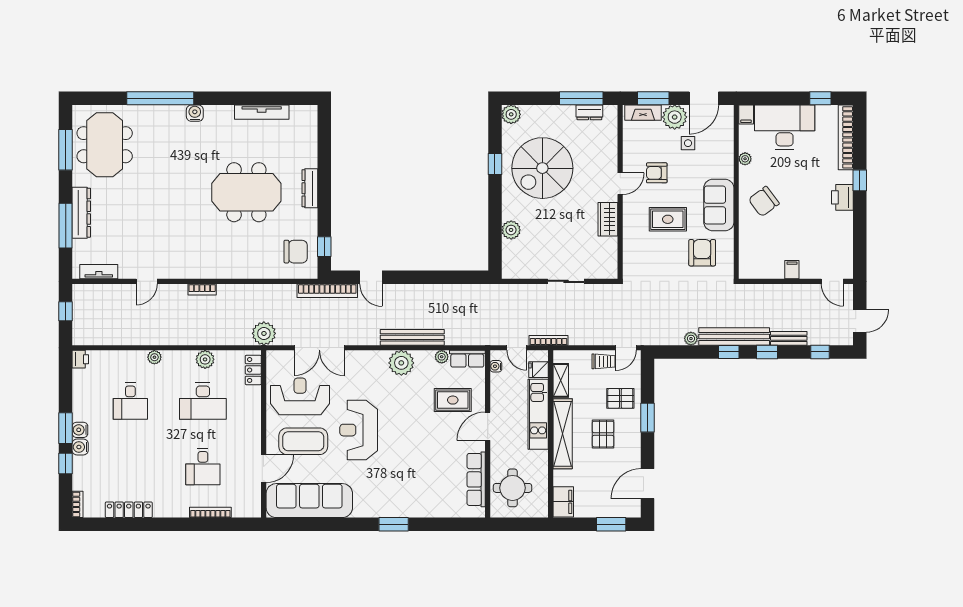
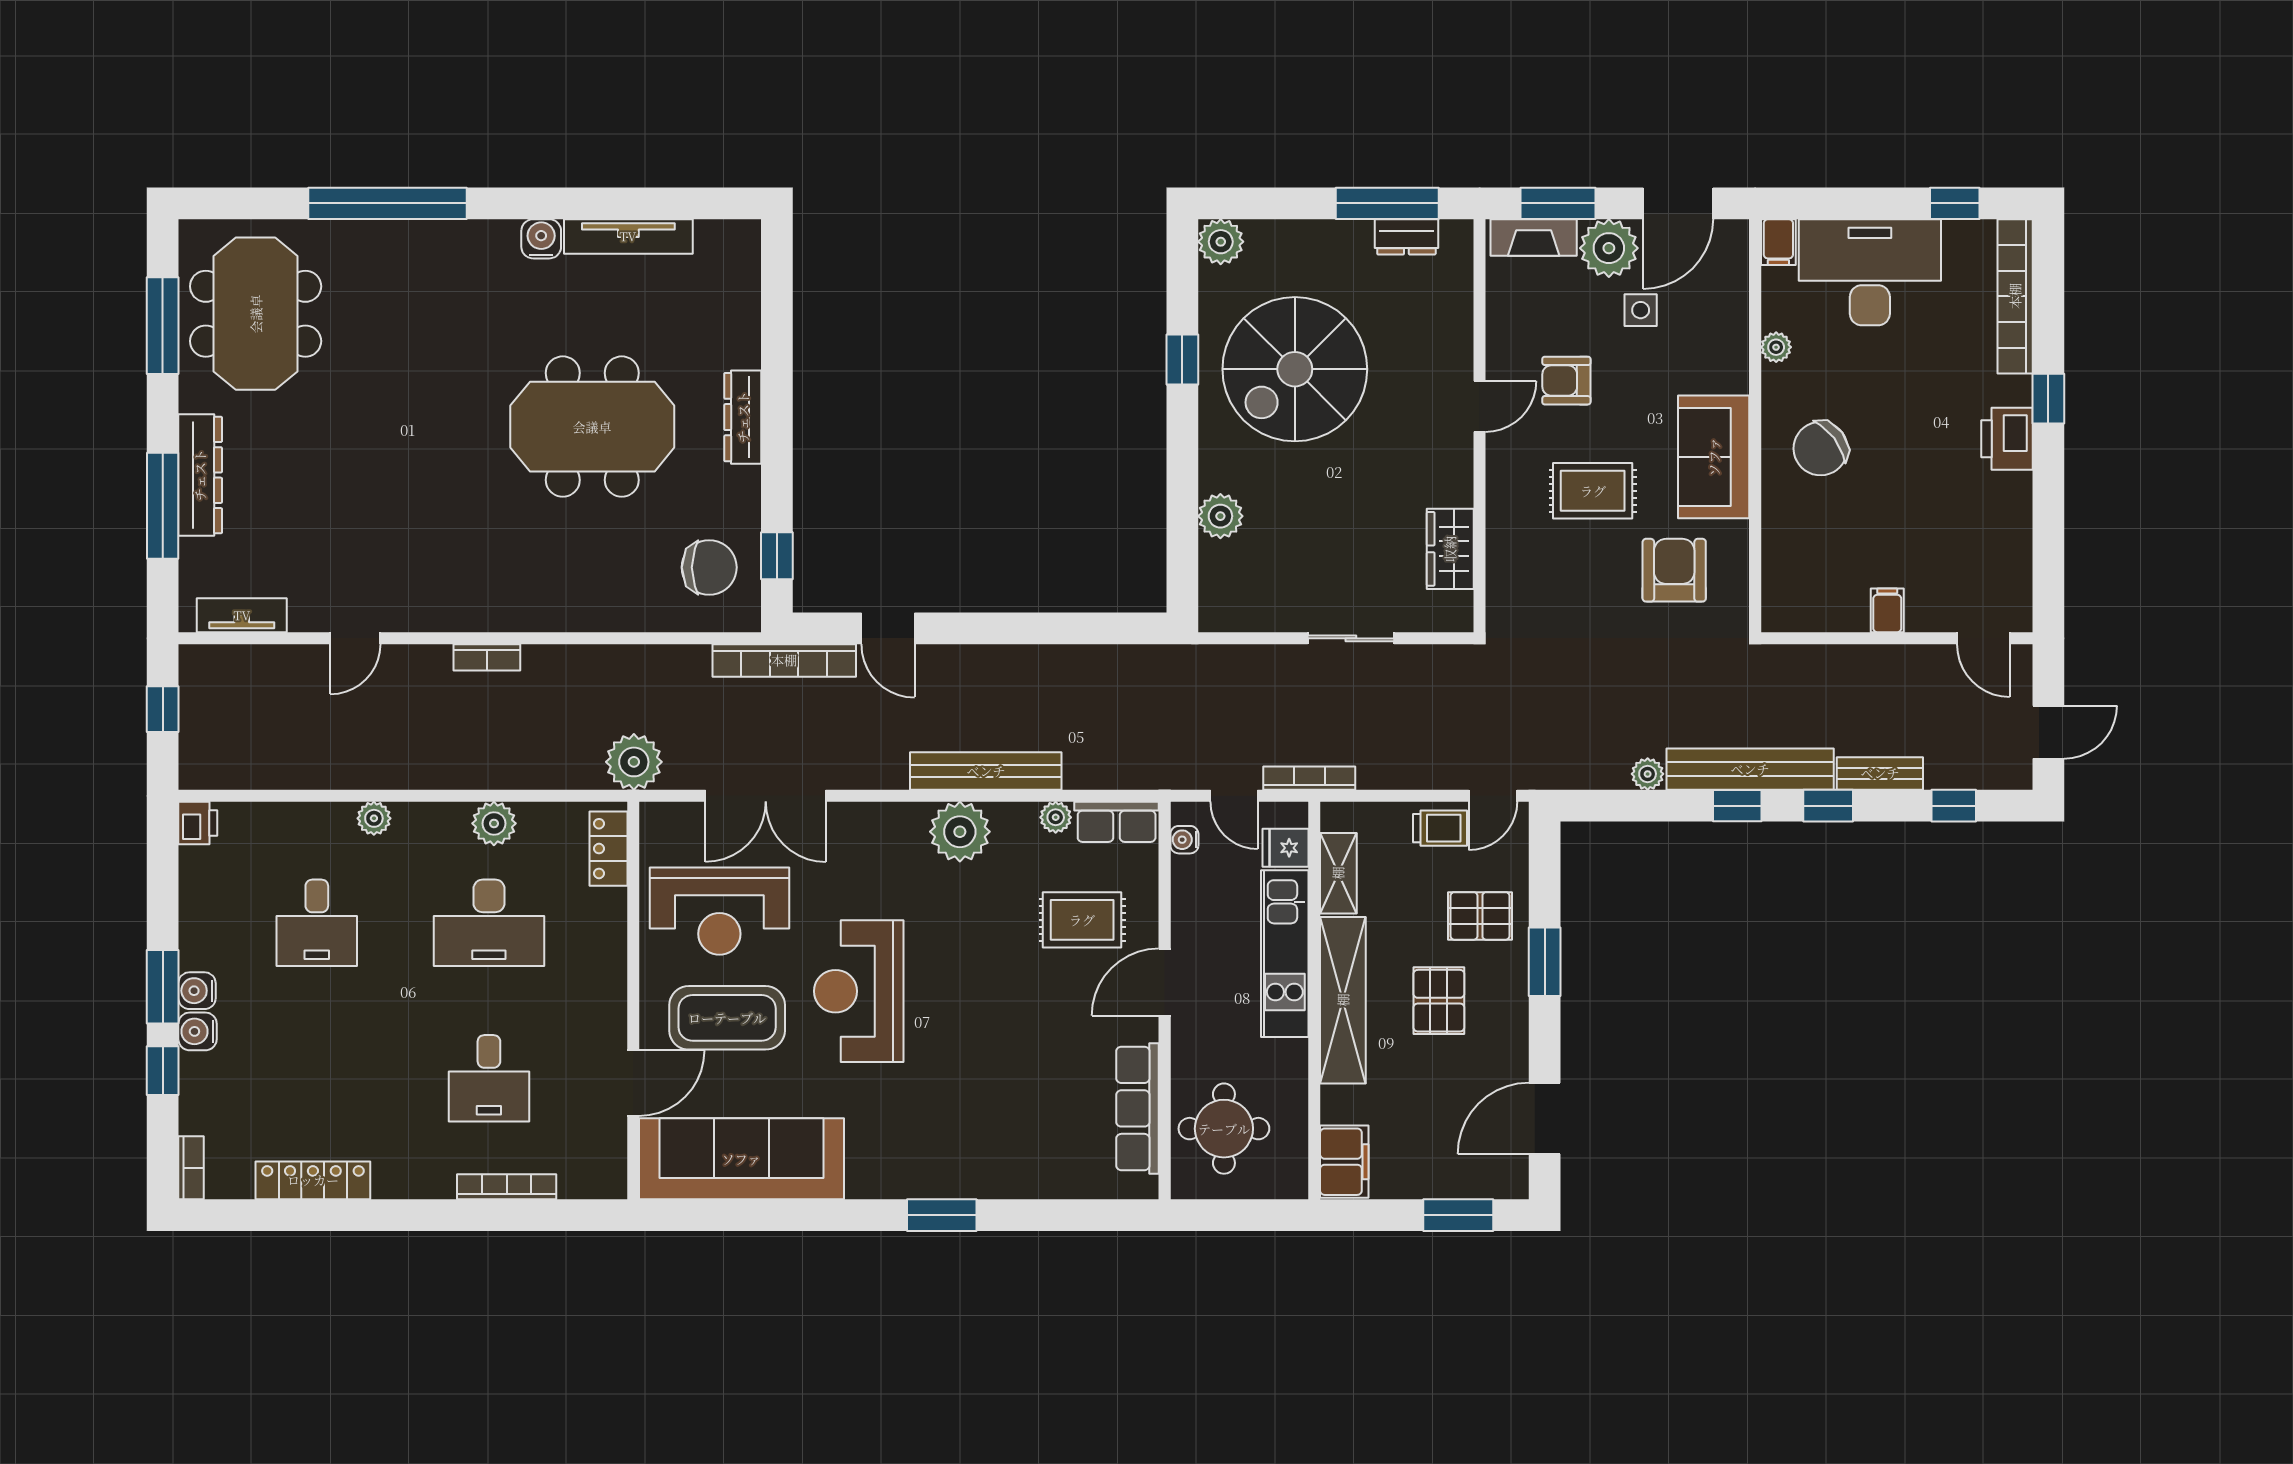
water cooler: (195, 113) -> (541, 239), moved
wardrobe: (608, 219) -> (1450, 549), moved
reception desk: (300, 396) -> (719, 911), turned 180

